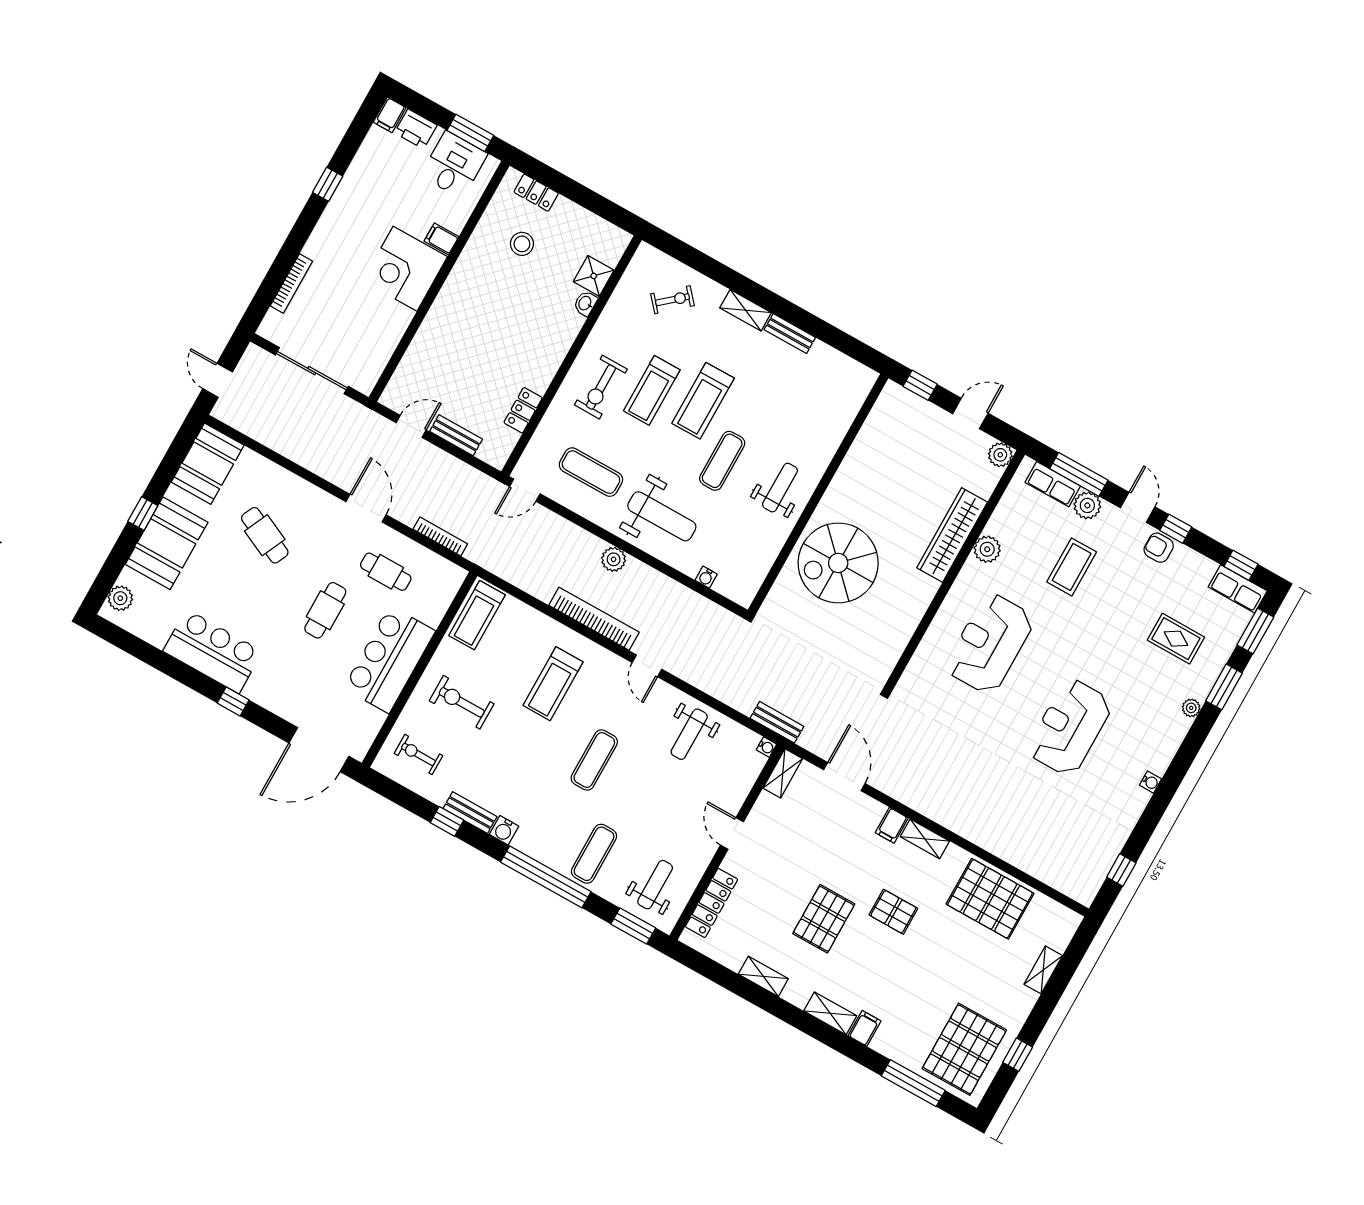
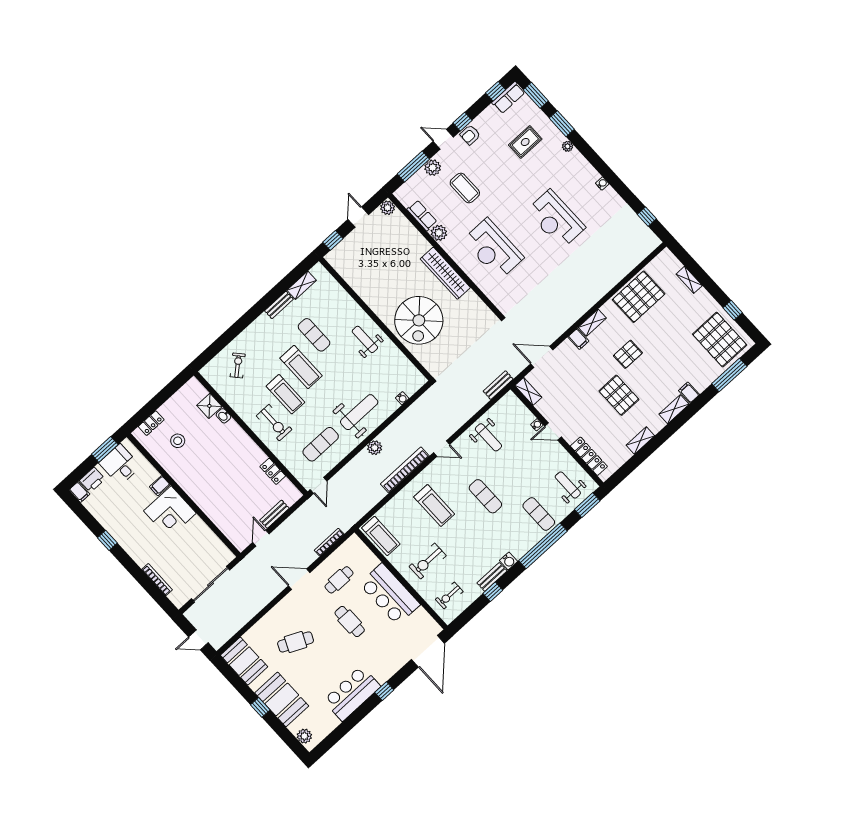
shelving: (746, 310) -> (302, 285), moved
exercise mat: (722, 461) -> (314, 335), moved
row of seats: (1053, 484) -> (422, 216), moved, turned -90
wardrobe: (952, 535) -> (445, 273), moved
water cooler: (766, 747) -> (537, 425), moved

